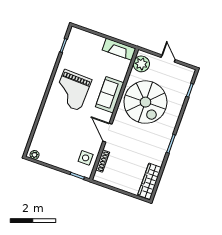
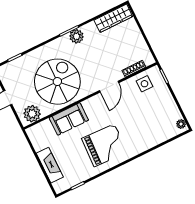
fireplace: (119, 49) -> (50, 165), moved
sofa: (110, 95) -> (69, 119), moved
plant: (162, 145) -> (76, 36), added

